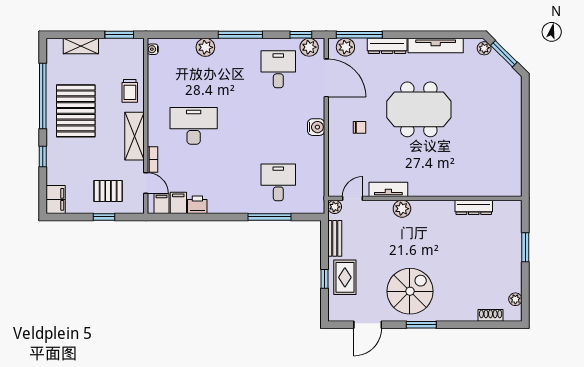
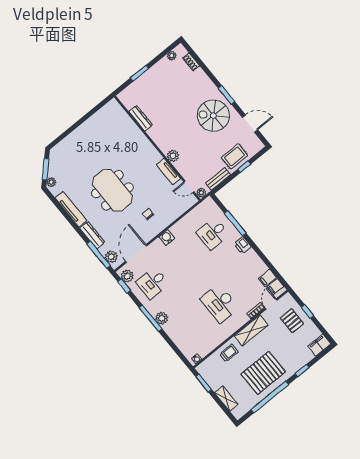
plant: (205, 47) -> (162, 318), moved
printer: (197, 205) -> (243, 245), moved

